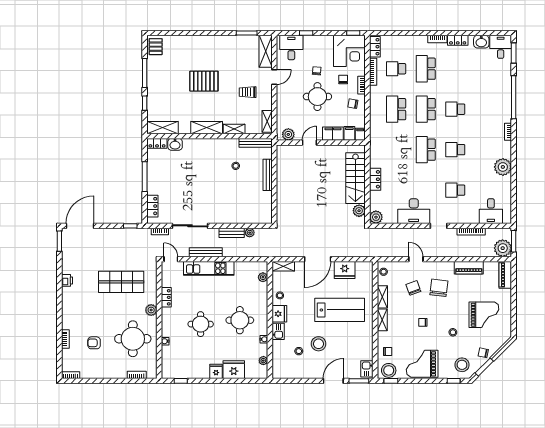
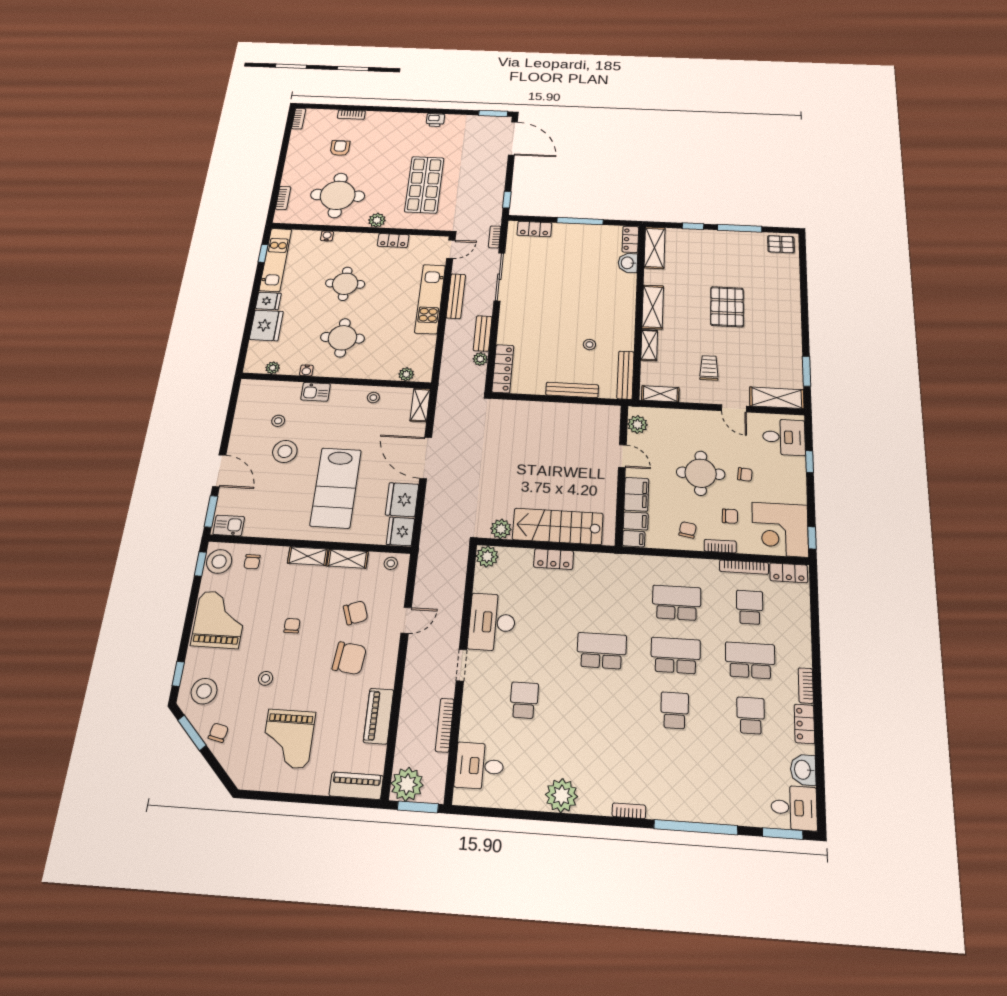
school desk: (455, 150) -> (751, 716), moved
locker: (256, 218) -> (503, 369), added
fridge: (279, 314) -> (400, 531), moved, turned 90
kitchen unit: (185, 372) -> (275, 260), added

